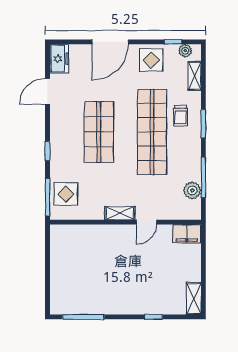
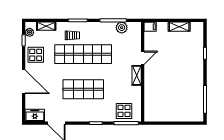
door: (146, 222) -> (143, 58), hinge flipped
filing cabinet: (187, 234) -> (150, 27), width x0.50
shelving: (194, 298) -> (179, 27), moved

